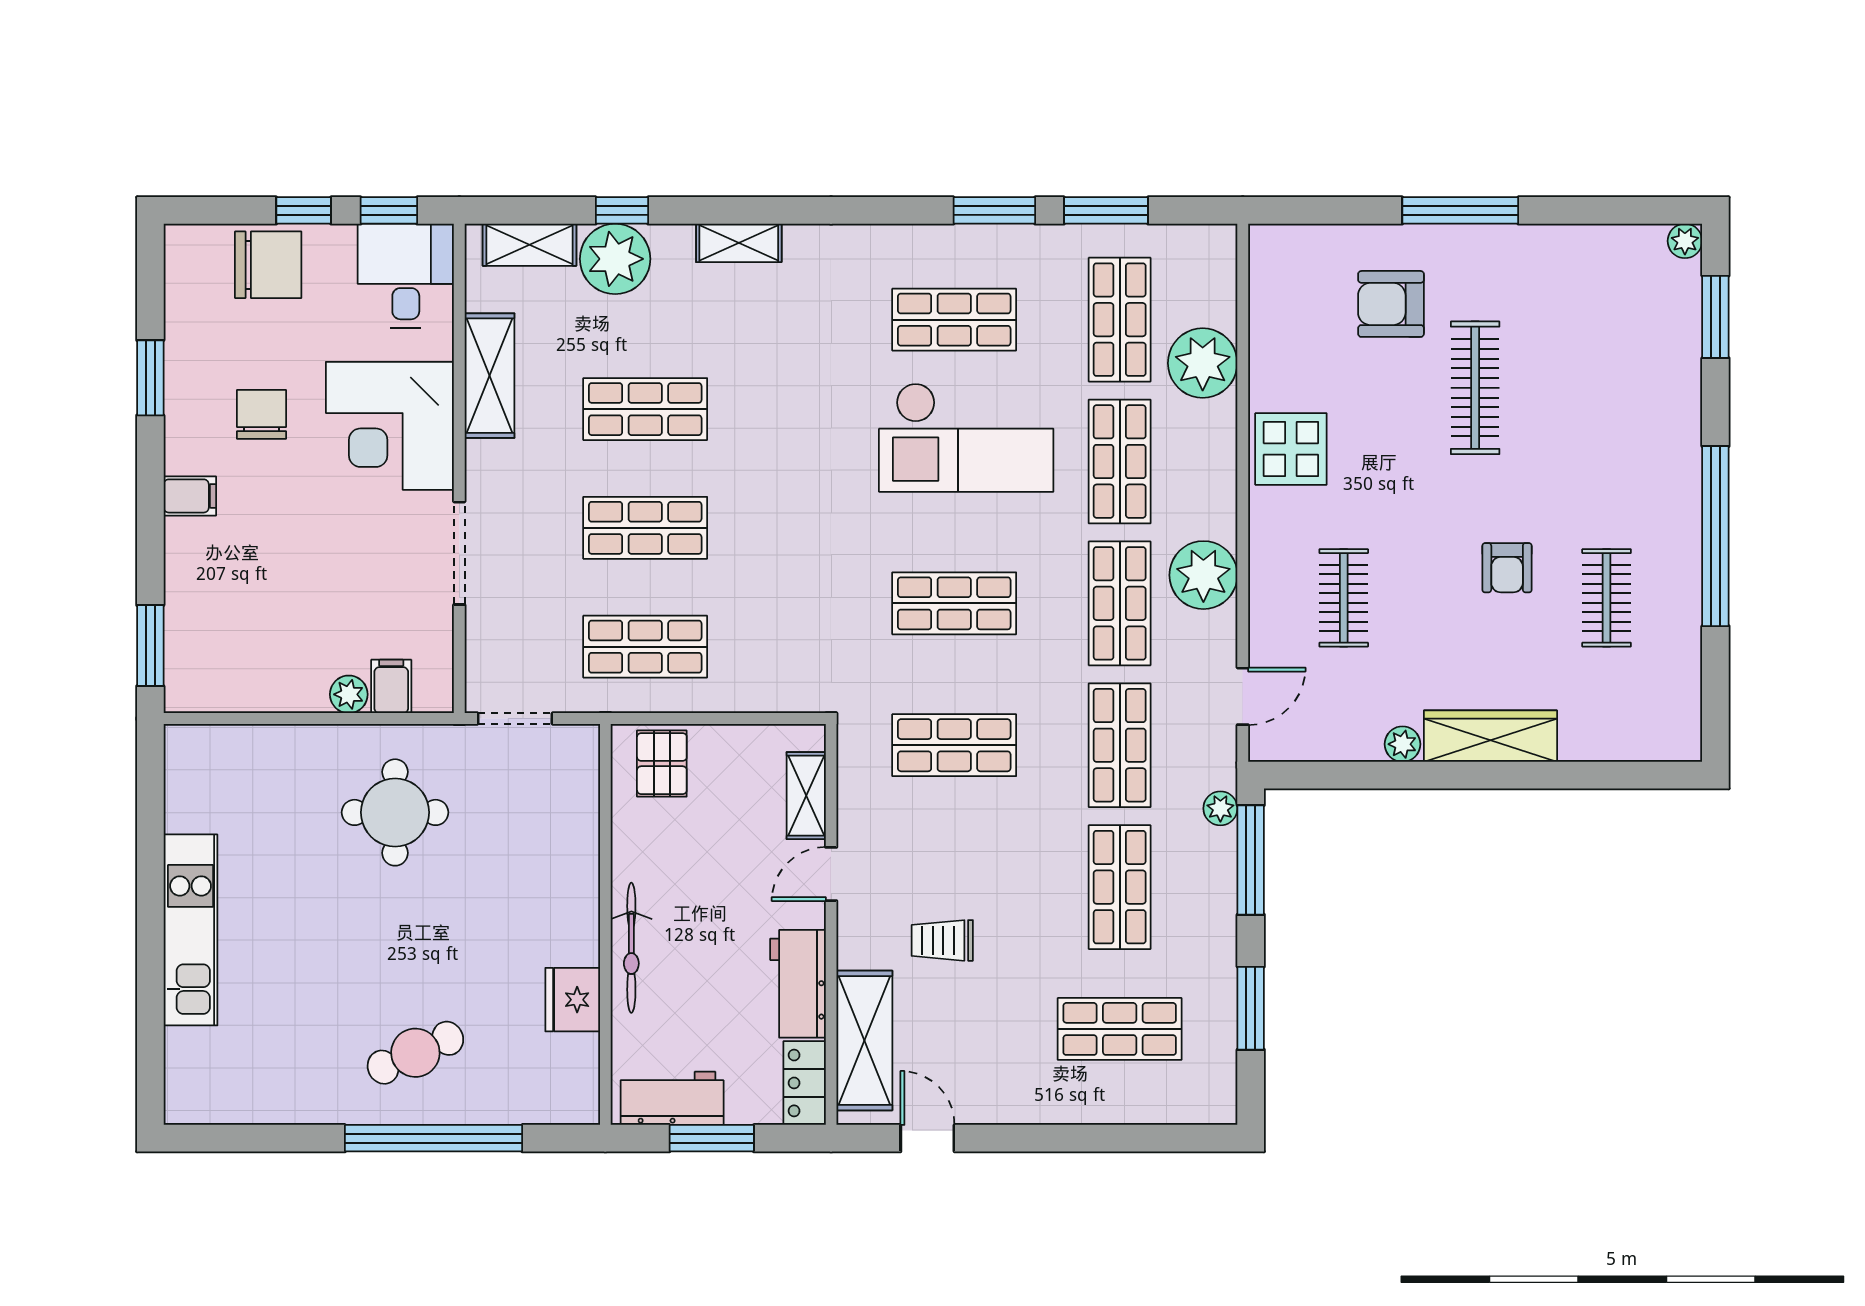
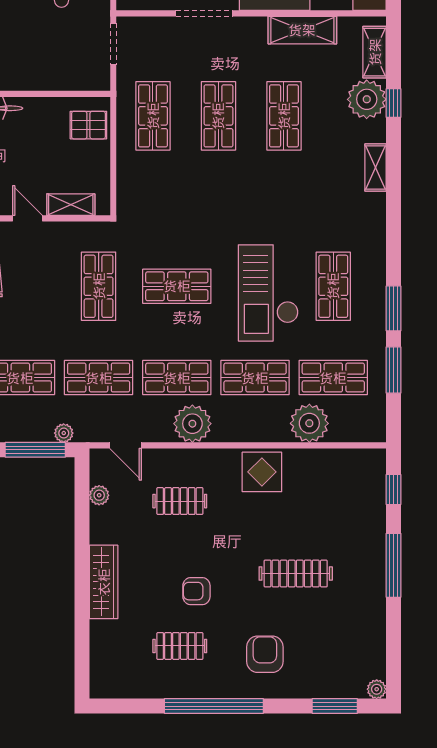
window: (1323, 210) -> (393, 489), added
armchair: (1391, 304) -> (265, 654), moved
shop shelf: (954, 603) -> (177, 286), turned 90
plant: (1402, 744) -> (99, 495), moved

